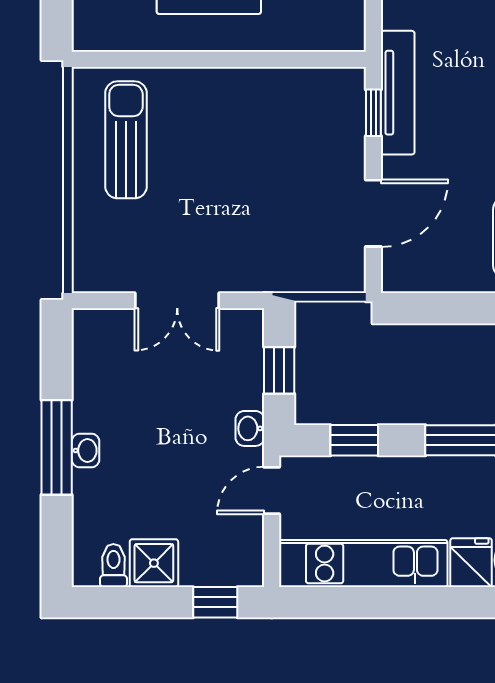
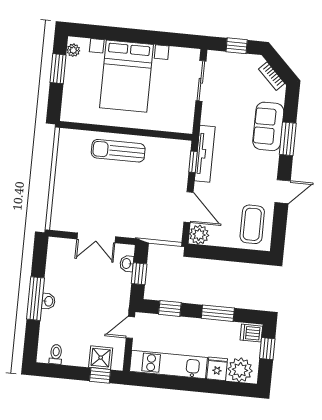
sun lounger: (126, 140) -> (118, 151), moved, turned -90
door: (373, 213) -> (189, 207), hinge flipped
plant: (403, 272) -> (199, 235), added
washbasin: (250, 428) -> (127, 264), moved
shower: (154, 563) -> (101, 358), moved

